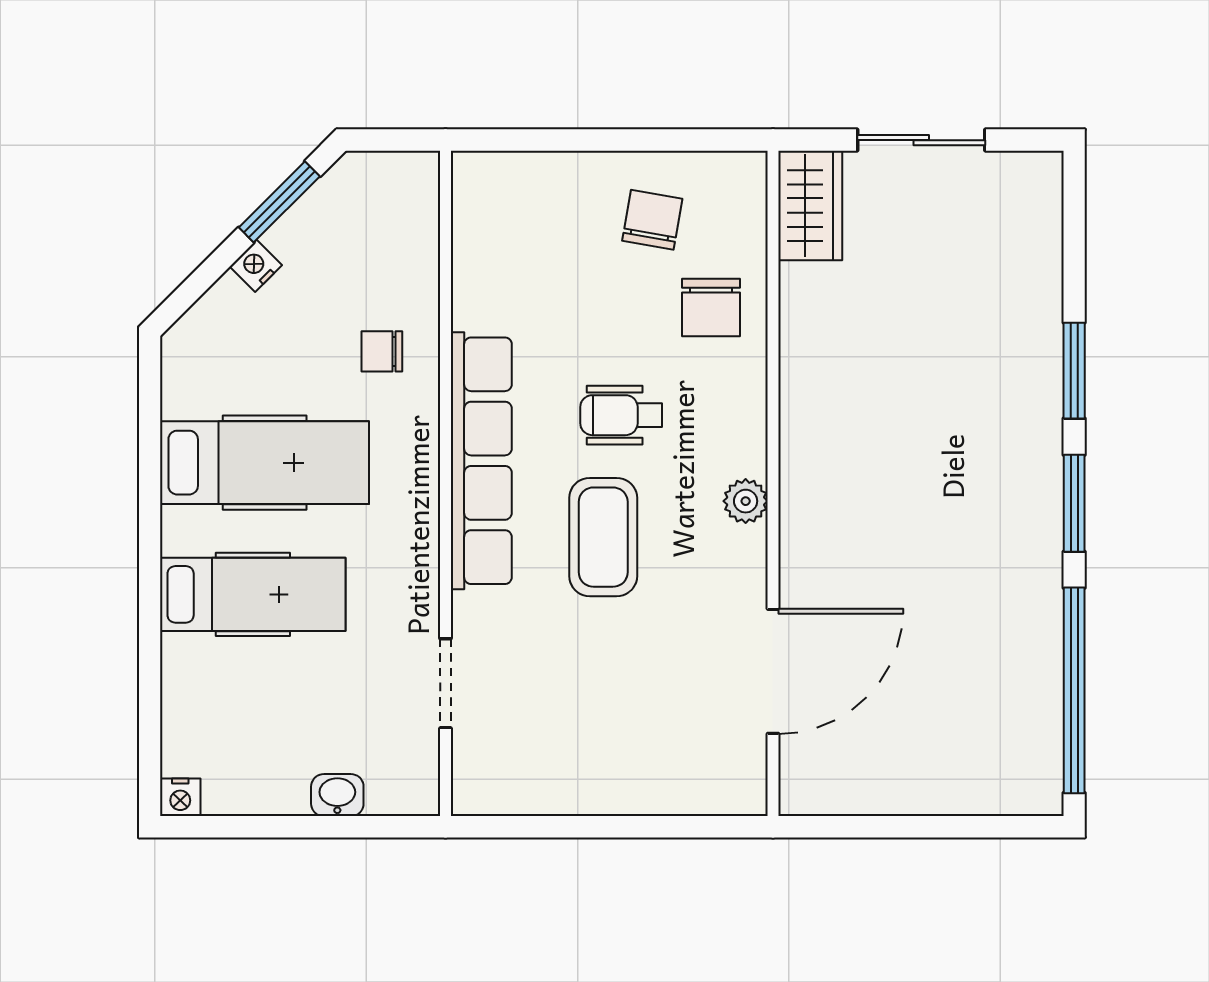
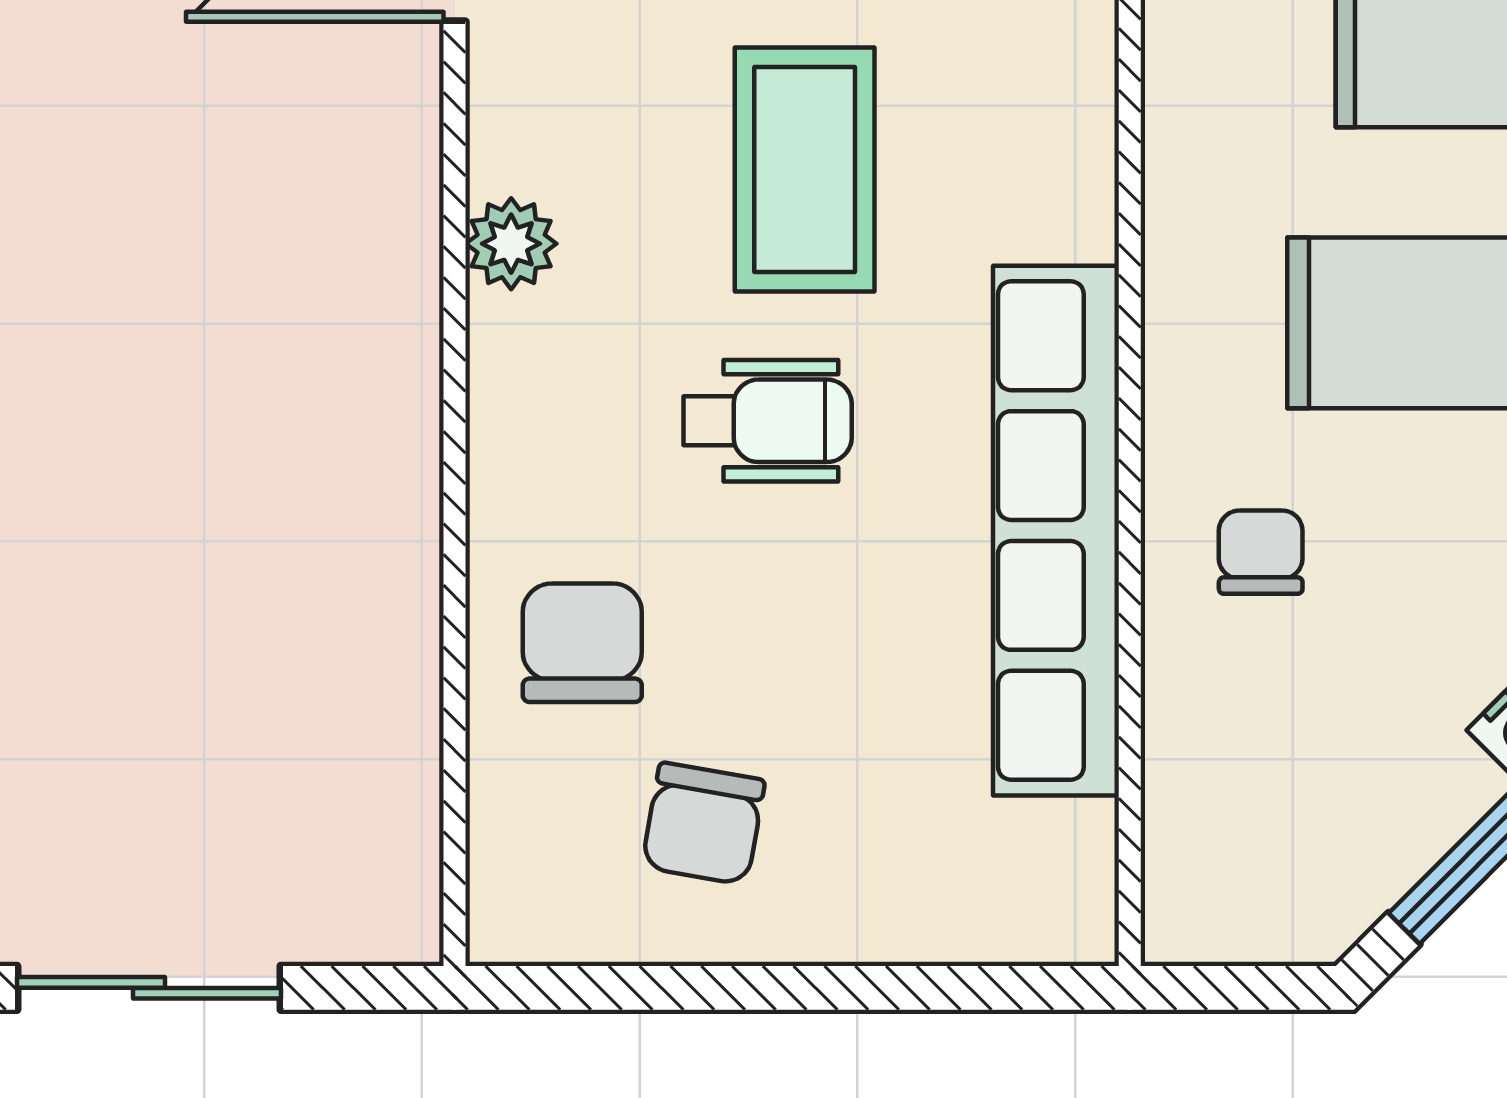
wardrobe: (810, 206) -> (378, 853), removed
chair: (382, 351) -> (1261, 552), turned -90
row of seats: (481, 461) -> (1056, 531), moved

